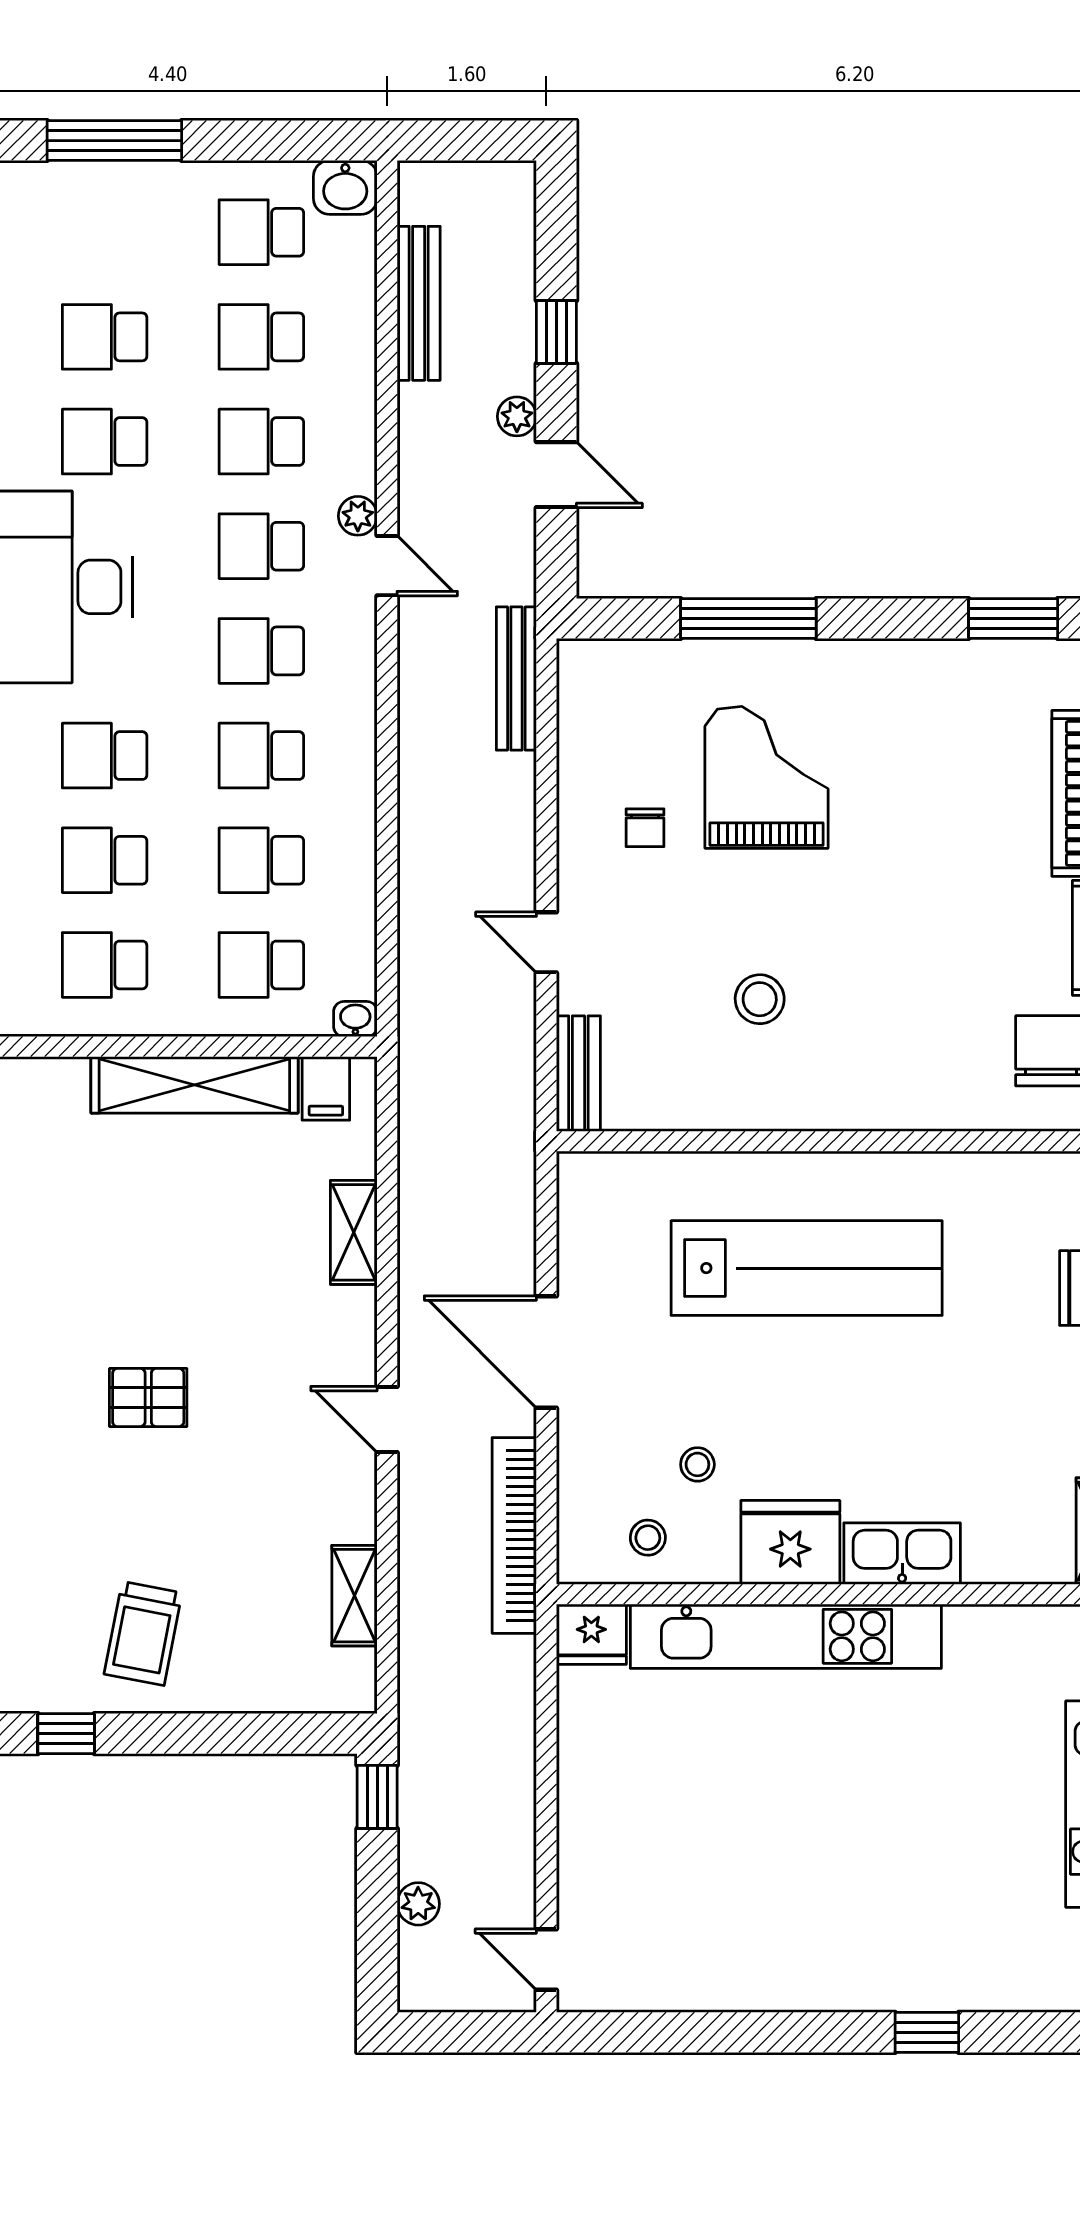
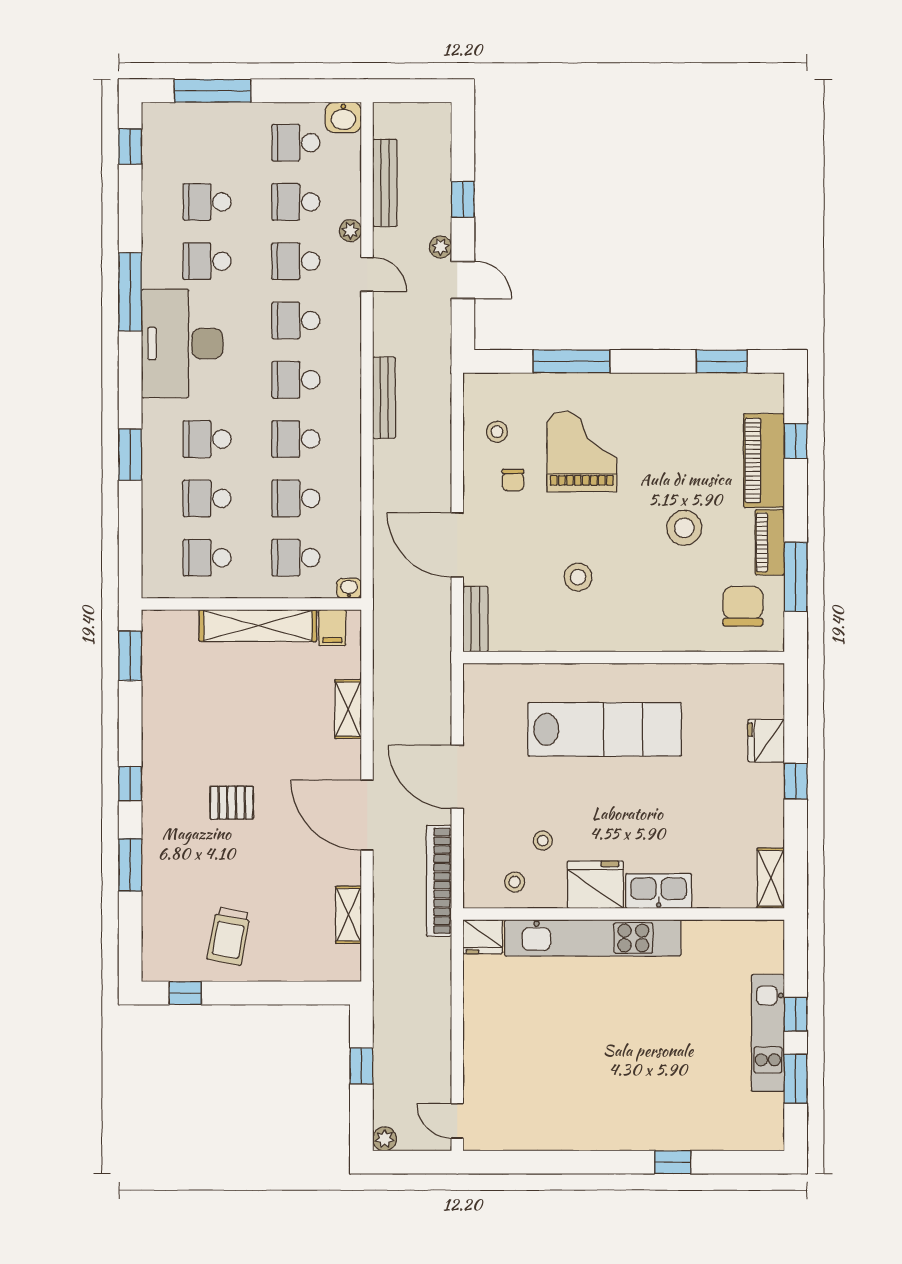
plant: (358, 516) -> (350, 231), moved
door: (387, 566) -> (367, 275), moved
bench: (516, 679) -> (384, 398), moved
stool: (617, 743) -> (497, 432), added
stool: (947, 912) -> (684, 528), added
door: (546, 942) -> (457, 545), width x1.87
door: (387, 1419) -> (367, 815), width x1.87
window: (377, 1797) -> (361, 1066), moved
plant: (418, 1904) -> (385, 1139), moved

